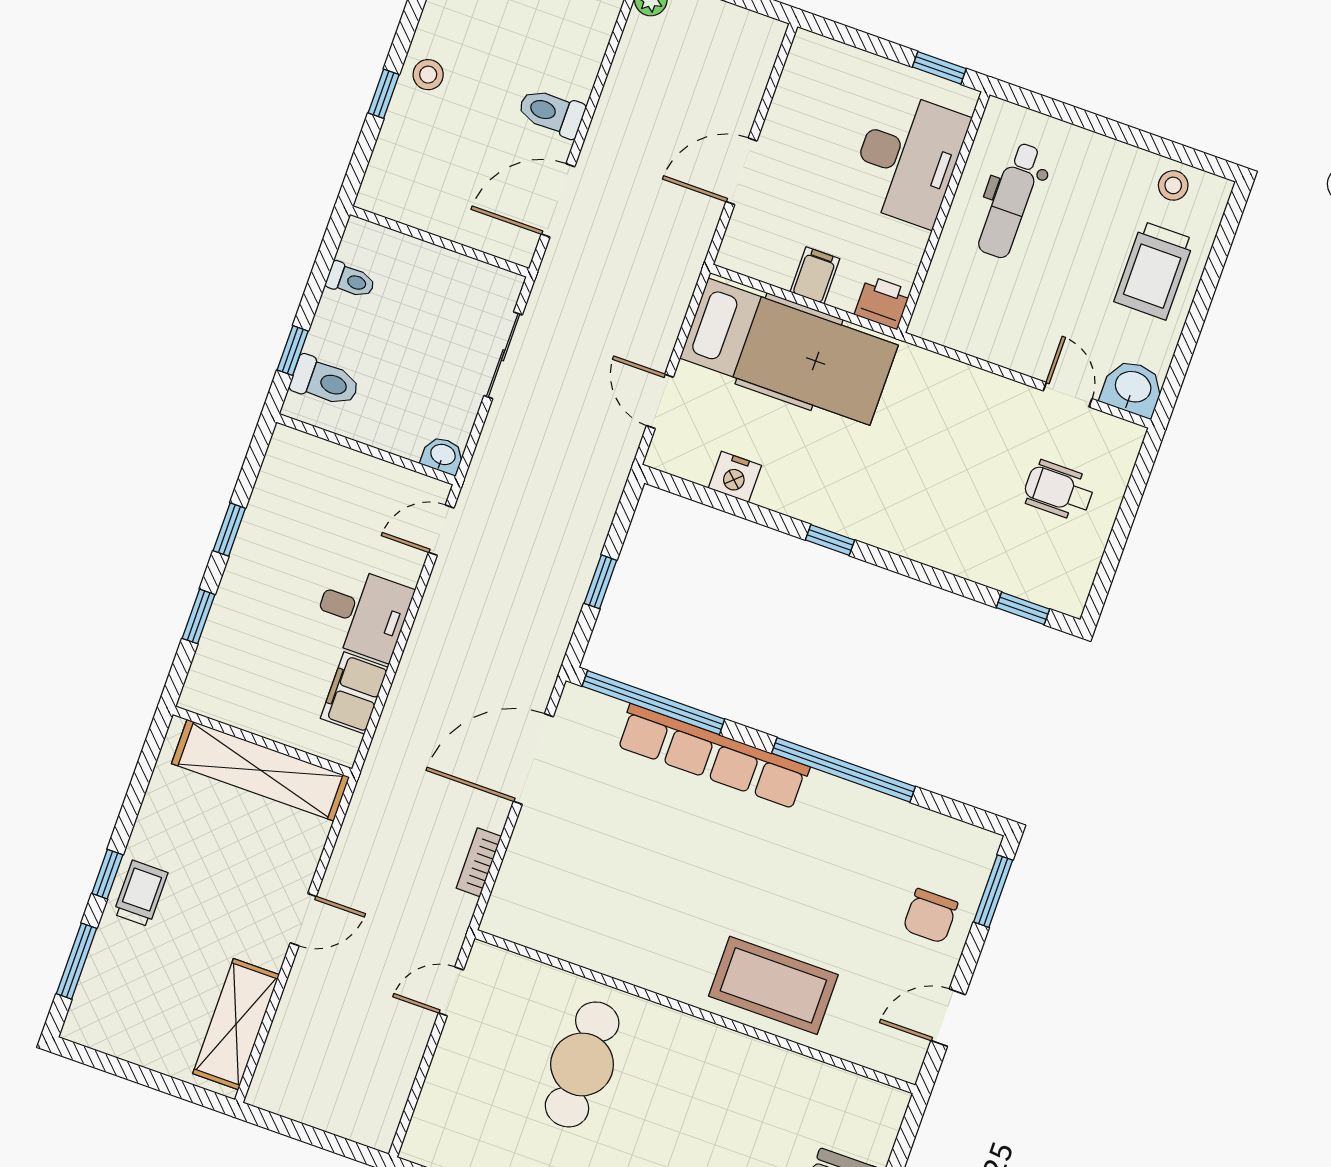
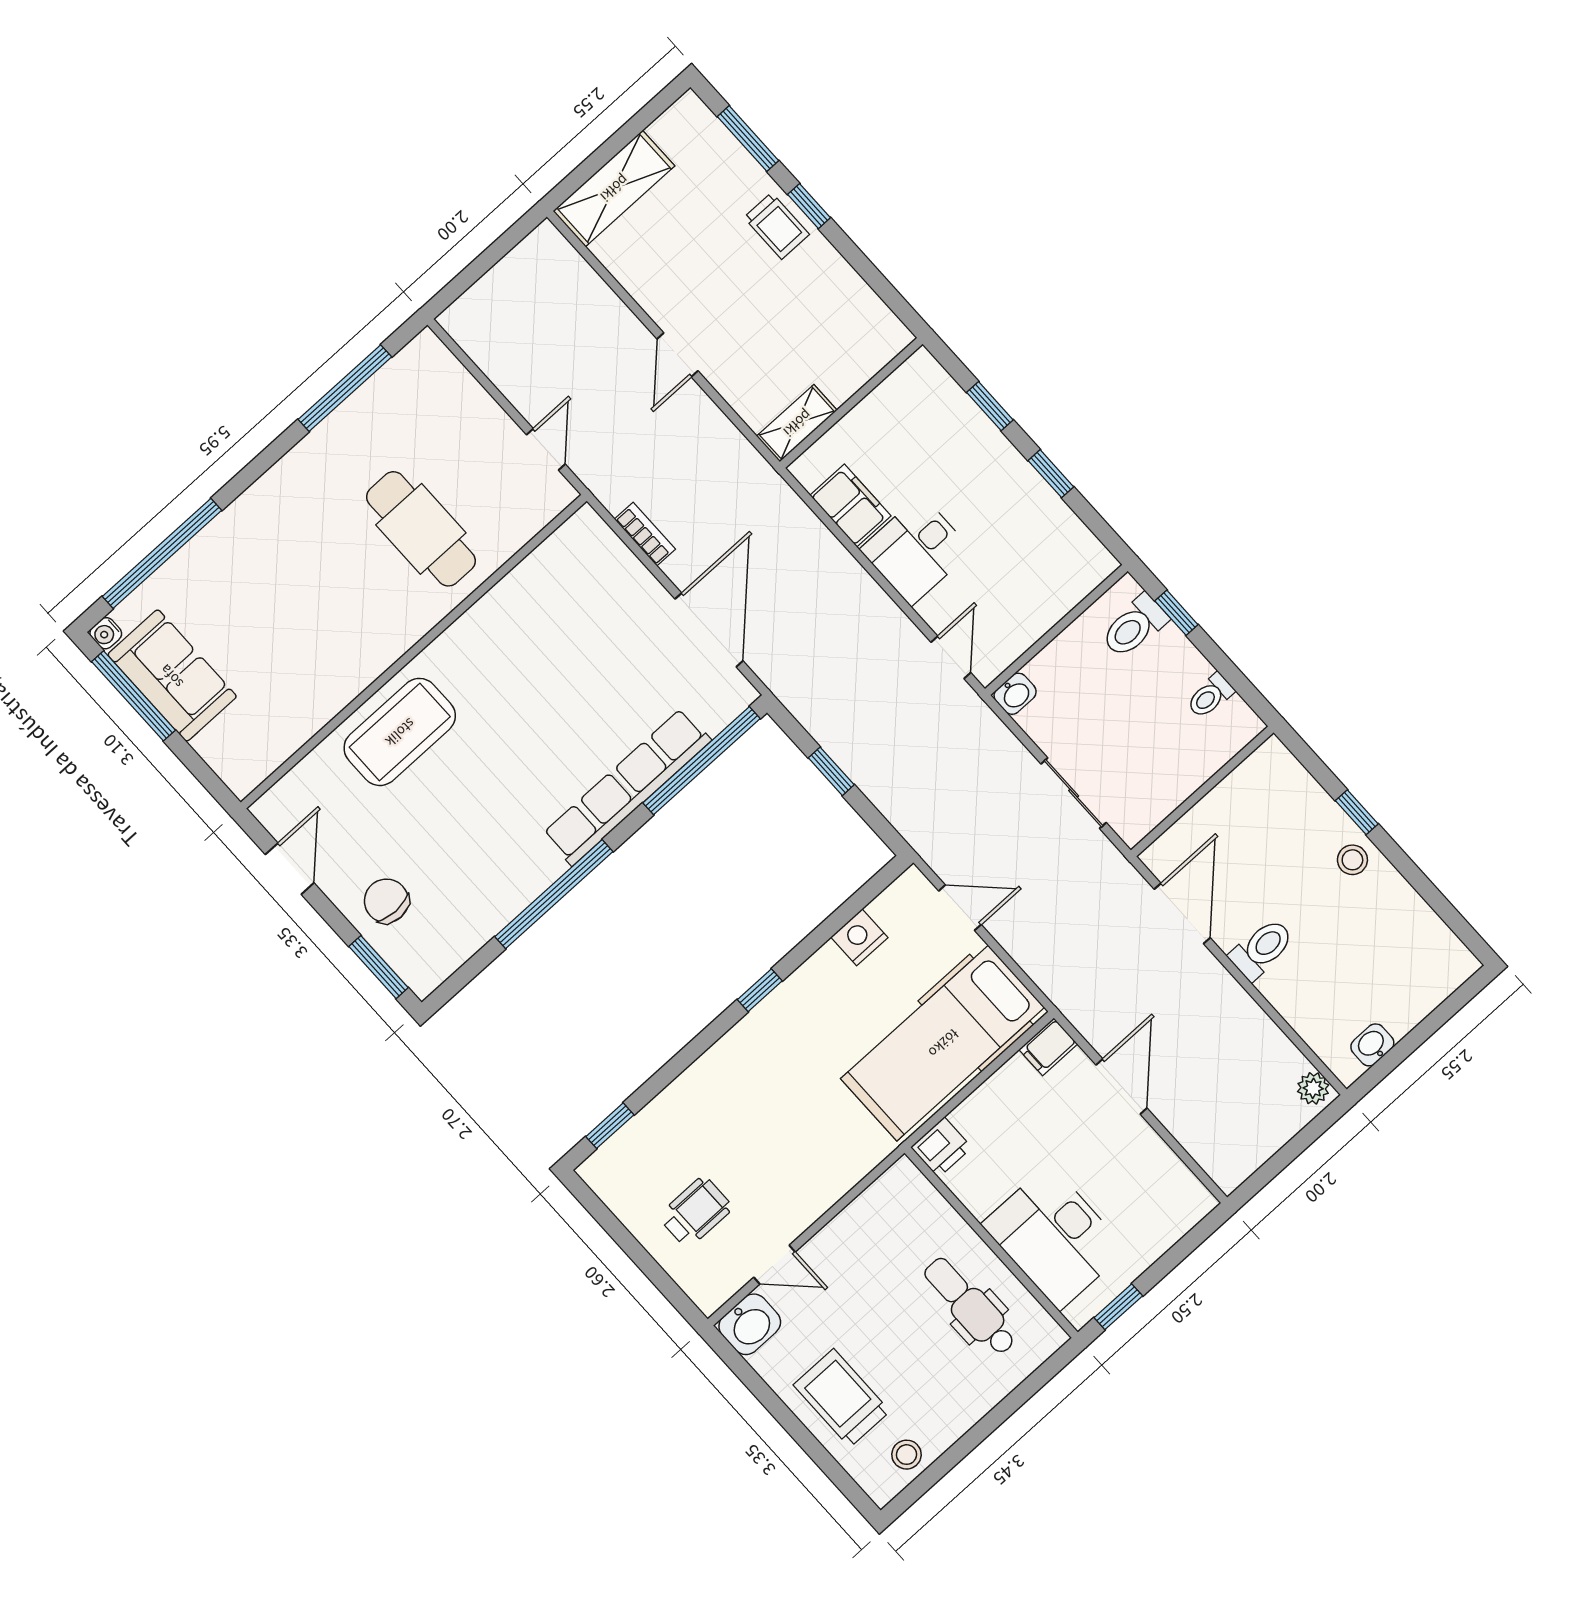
filing cabinet: (815, 275) -> (1048, 1047), moved, turned 90
shelving: (260, 770) -> (797, 423), width x0.45, depth x0.75
shelving: (236, 1024) -> (614, 188), moved, turned 90

